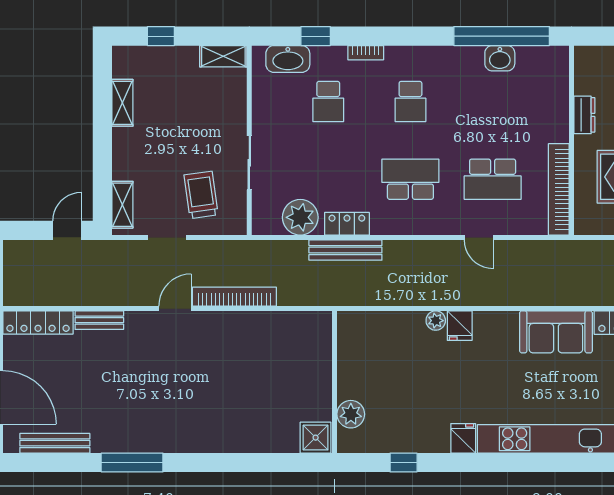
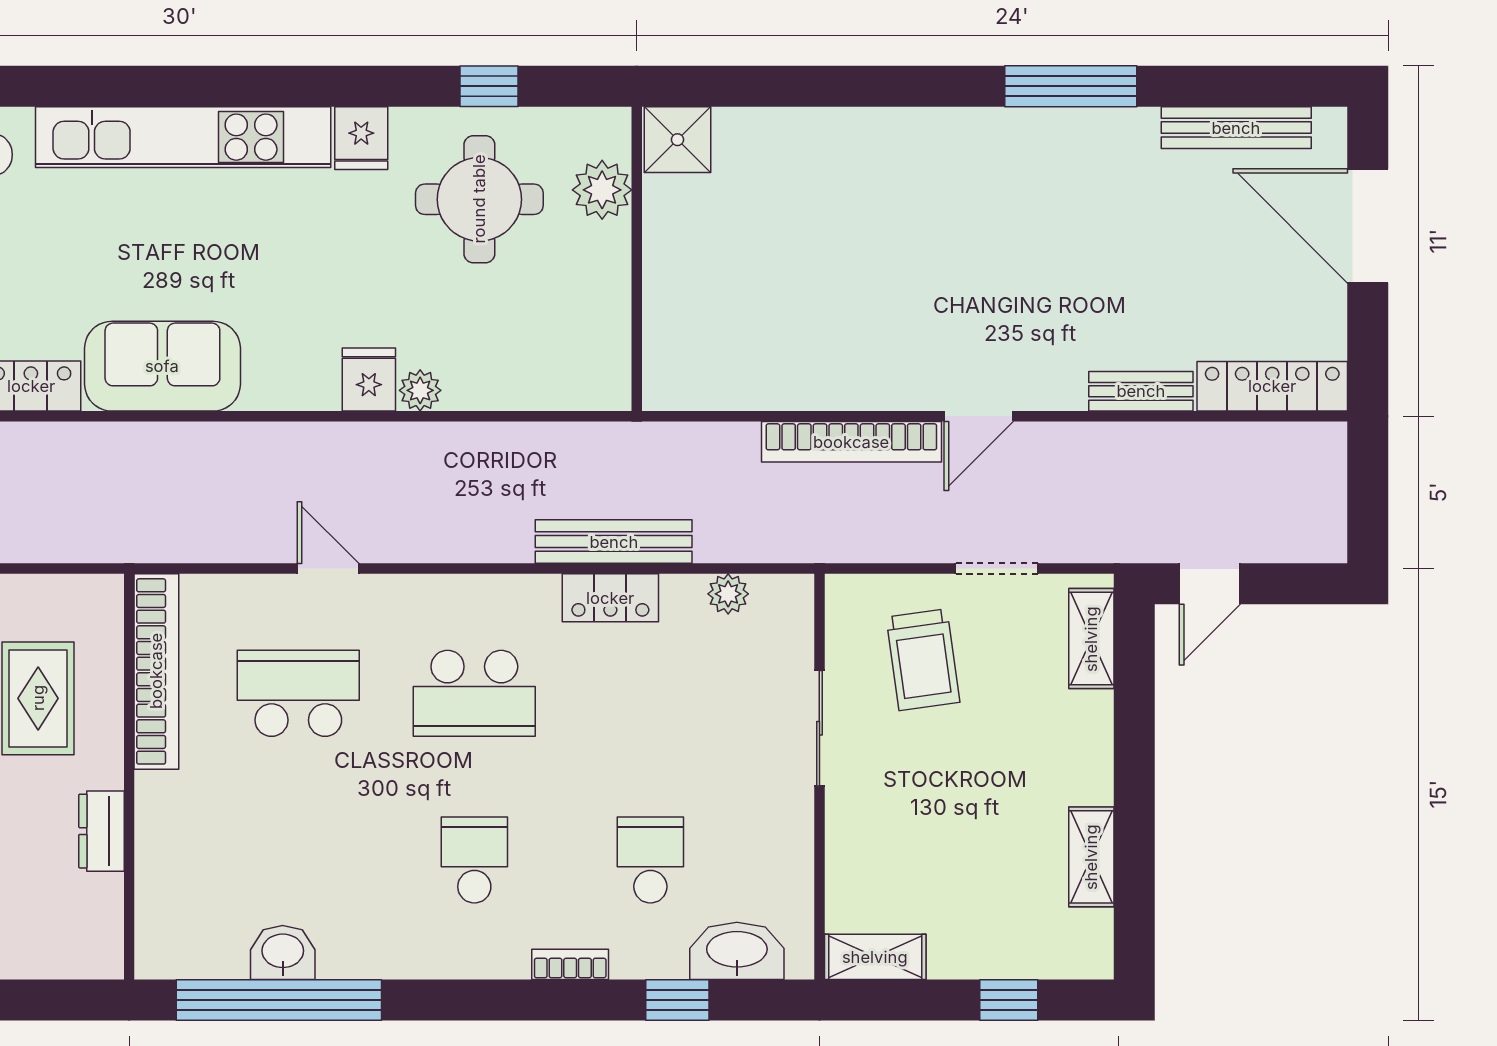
plant: (300, 217) -> (728, 594), width x0.53, depth x0.53
round table: (408, 410) -> (479, 199), added

